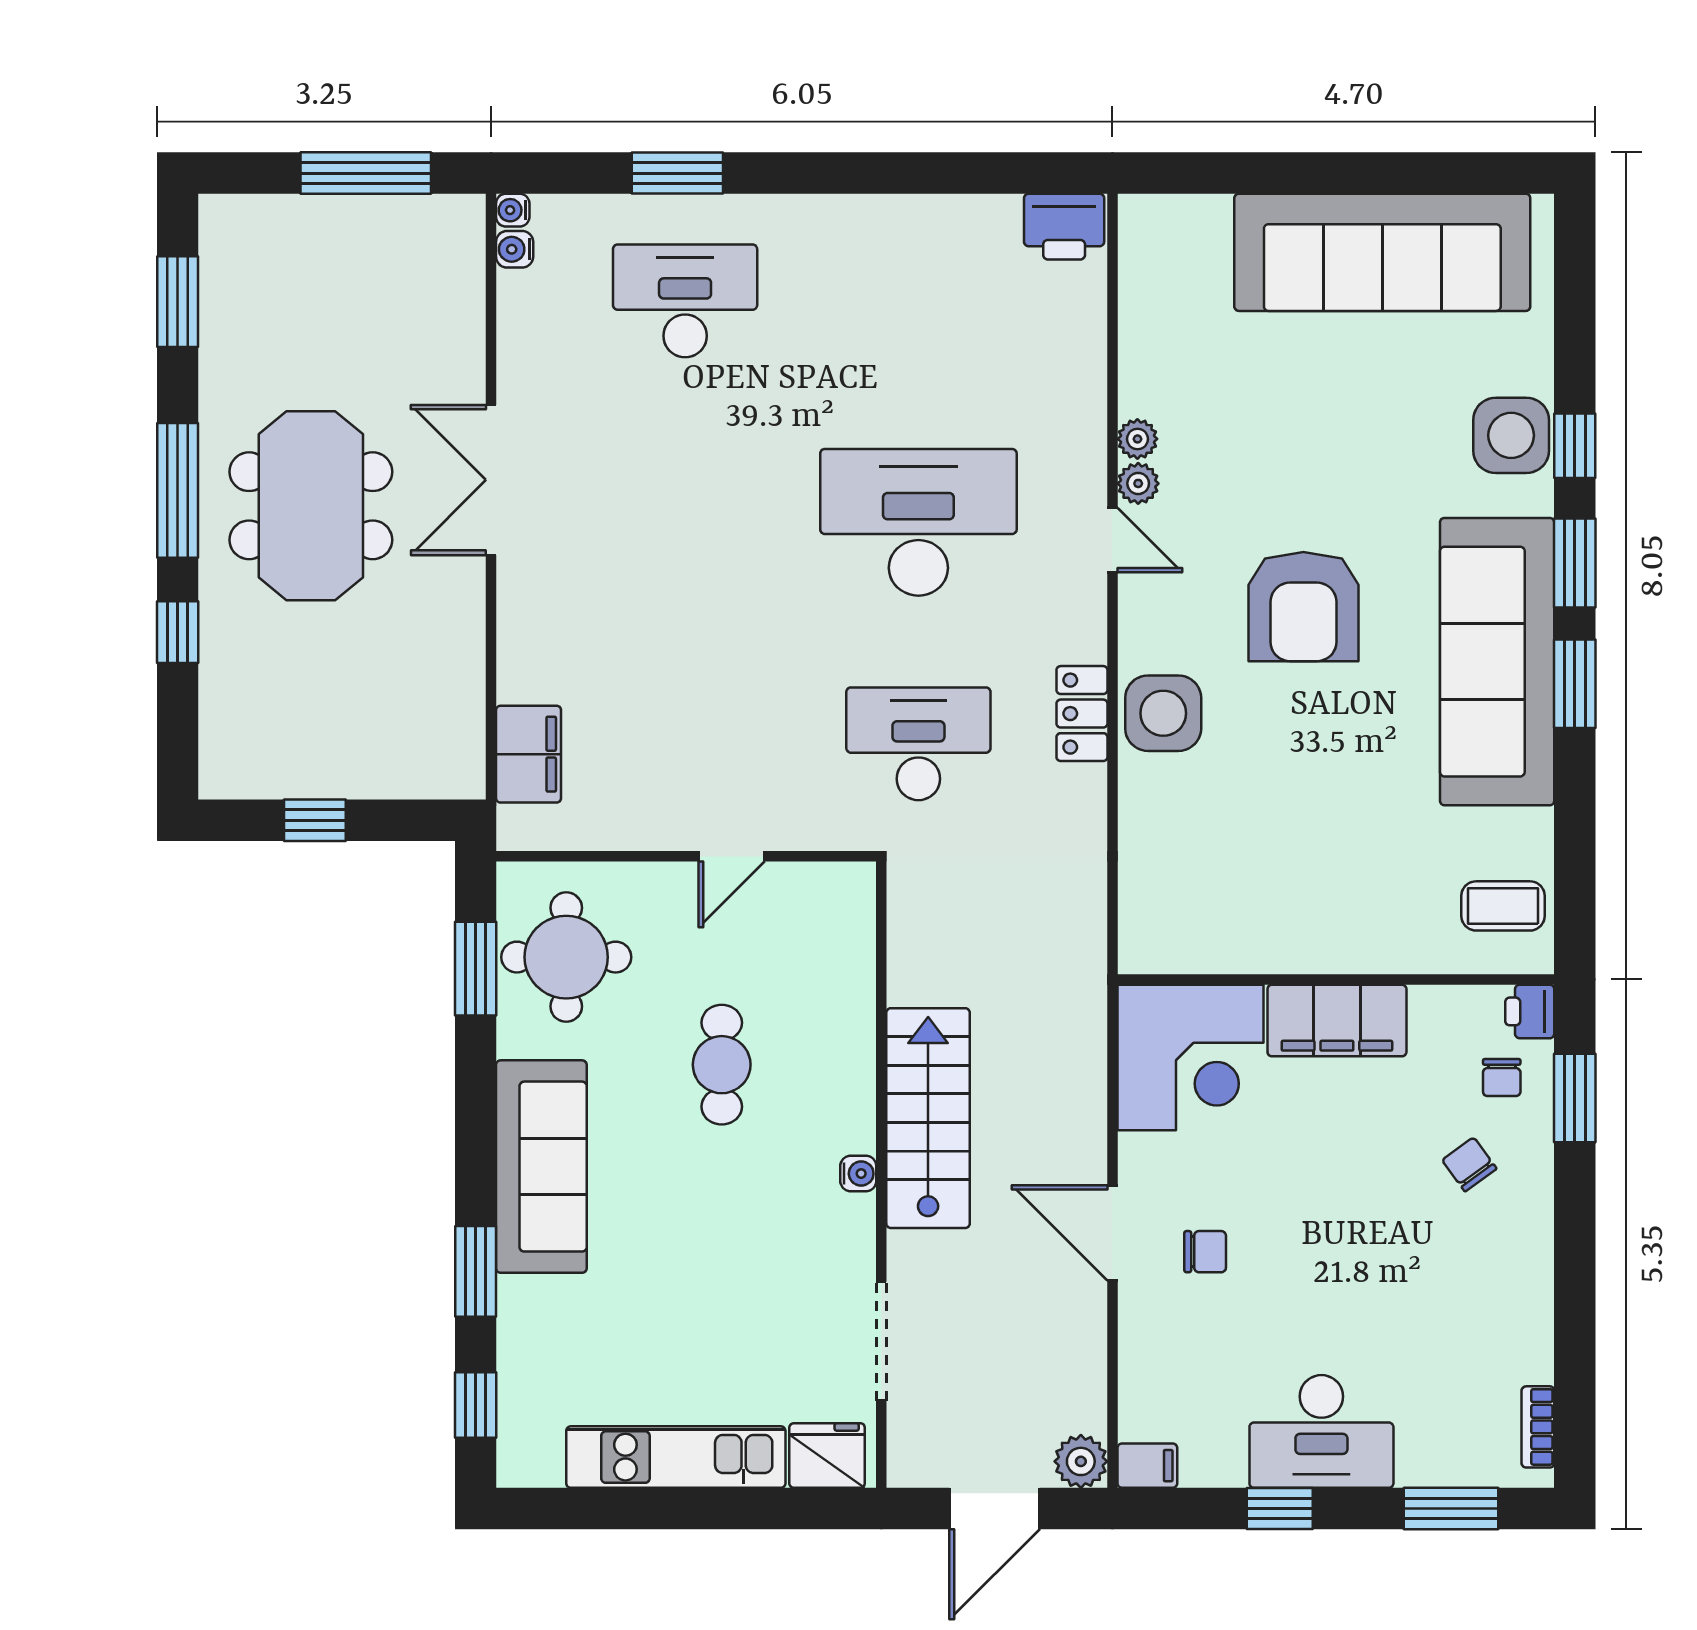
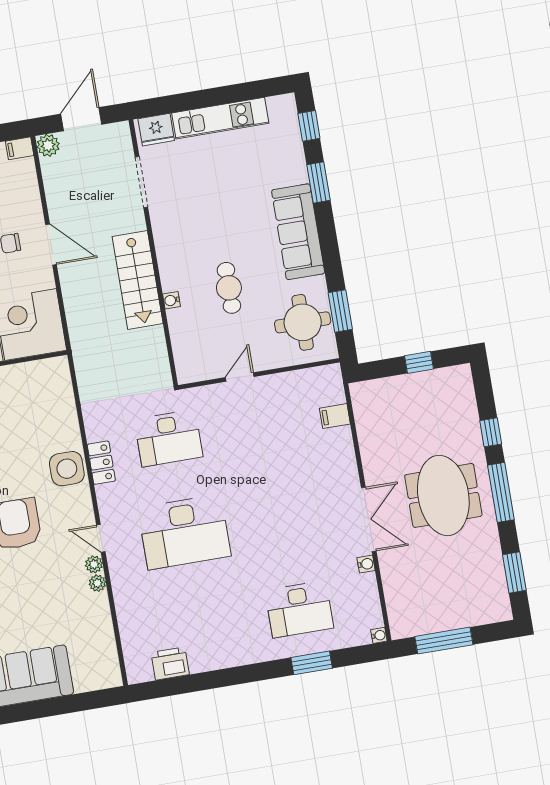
printer: (1064, 227) -> (170, 664), moved
water cooler: (515, 249) -> (366, 564), moved
filing cabinet: (529, 754) -> (335, 416), width x0.50
water cooler: (858, 1174) -> (171, 300), moved

